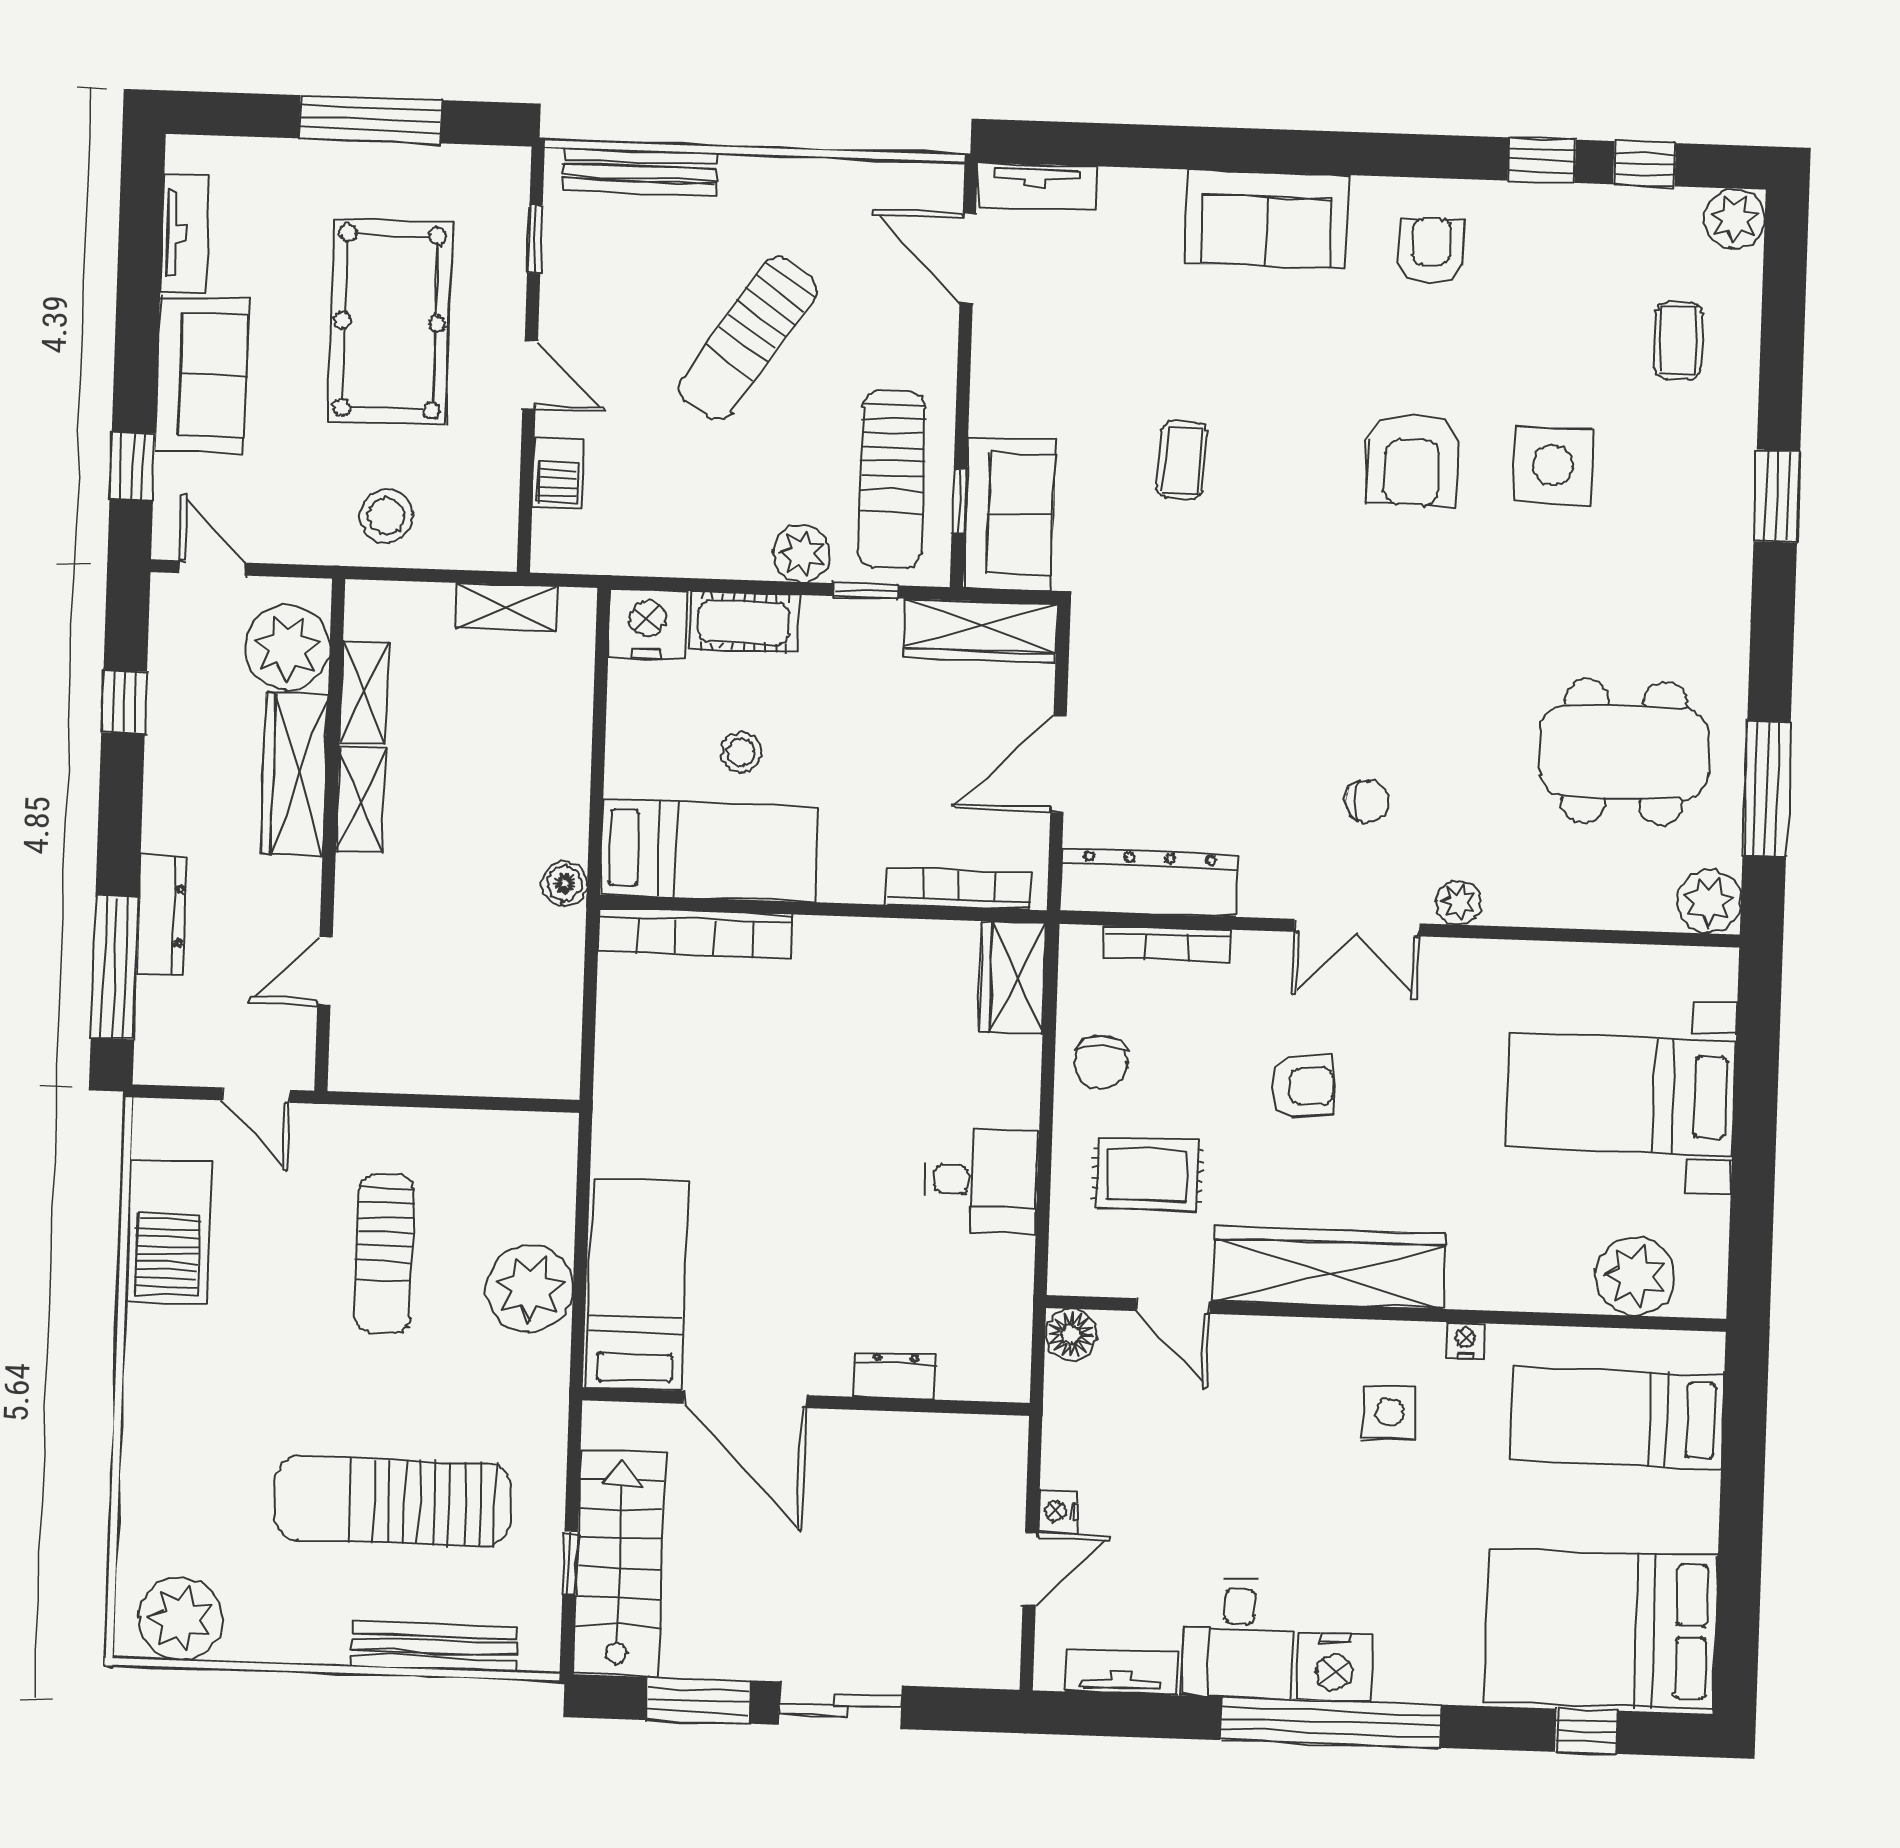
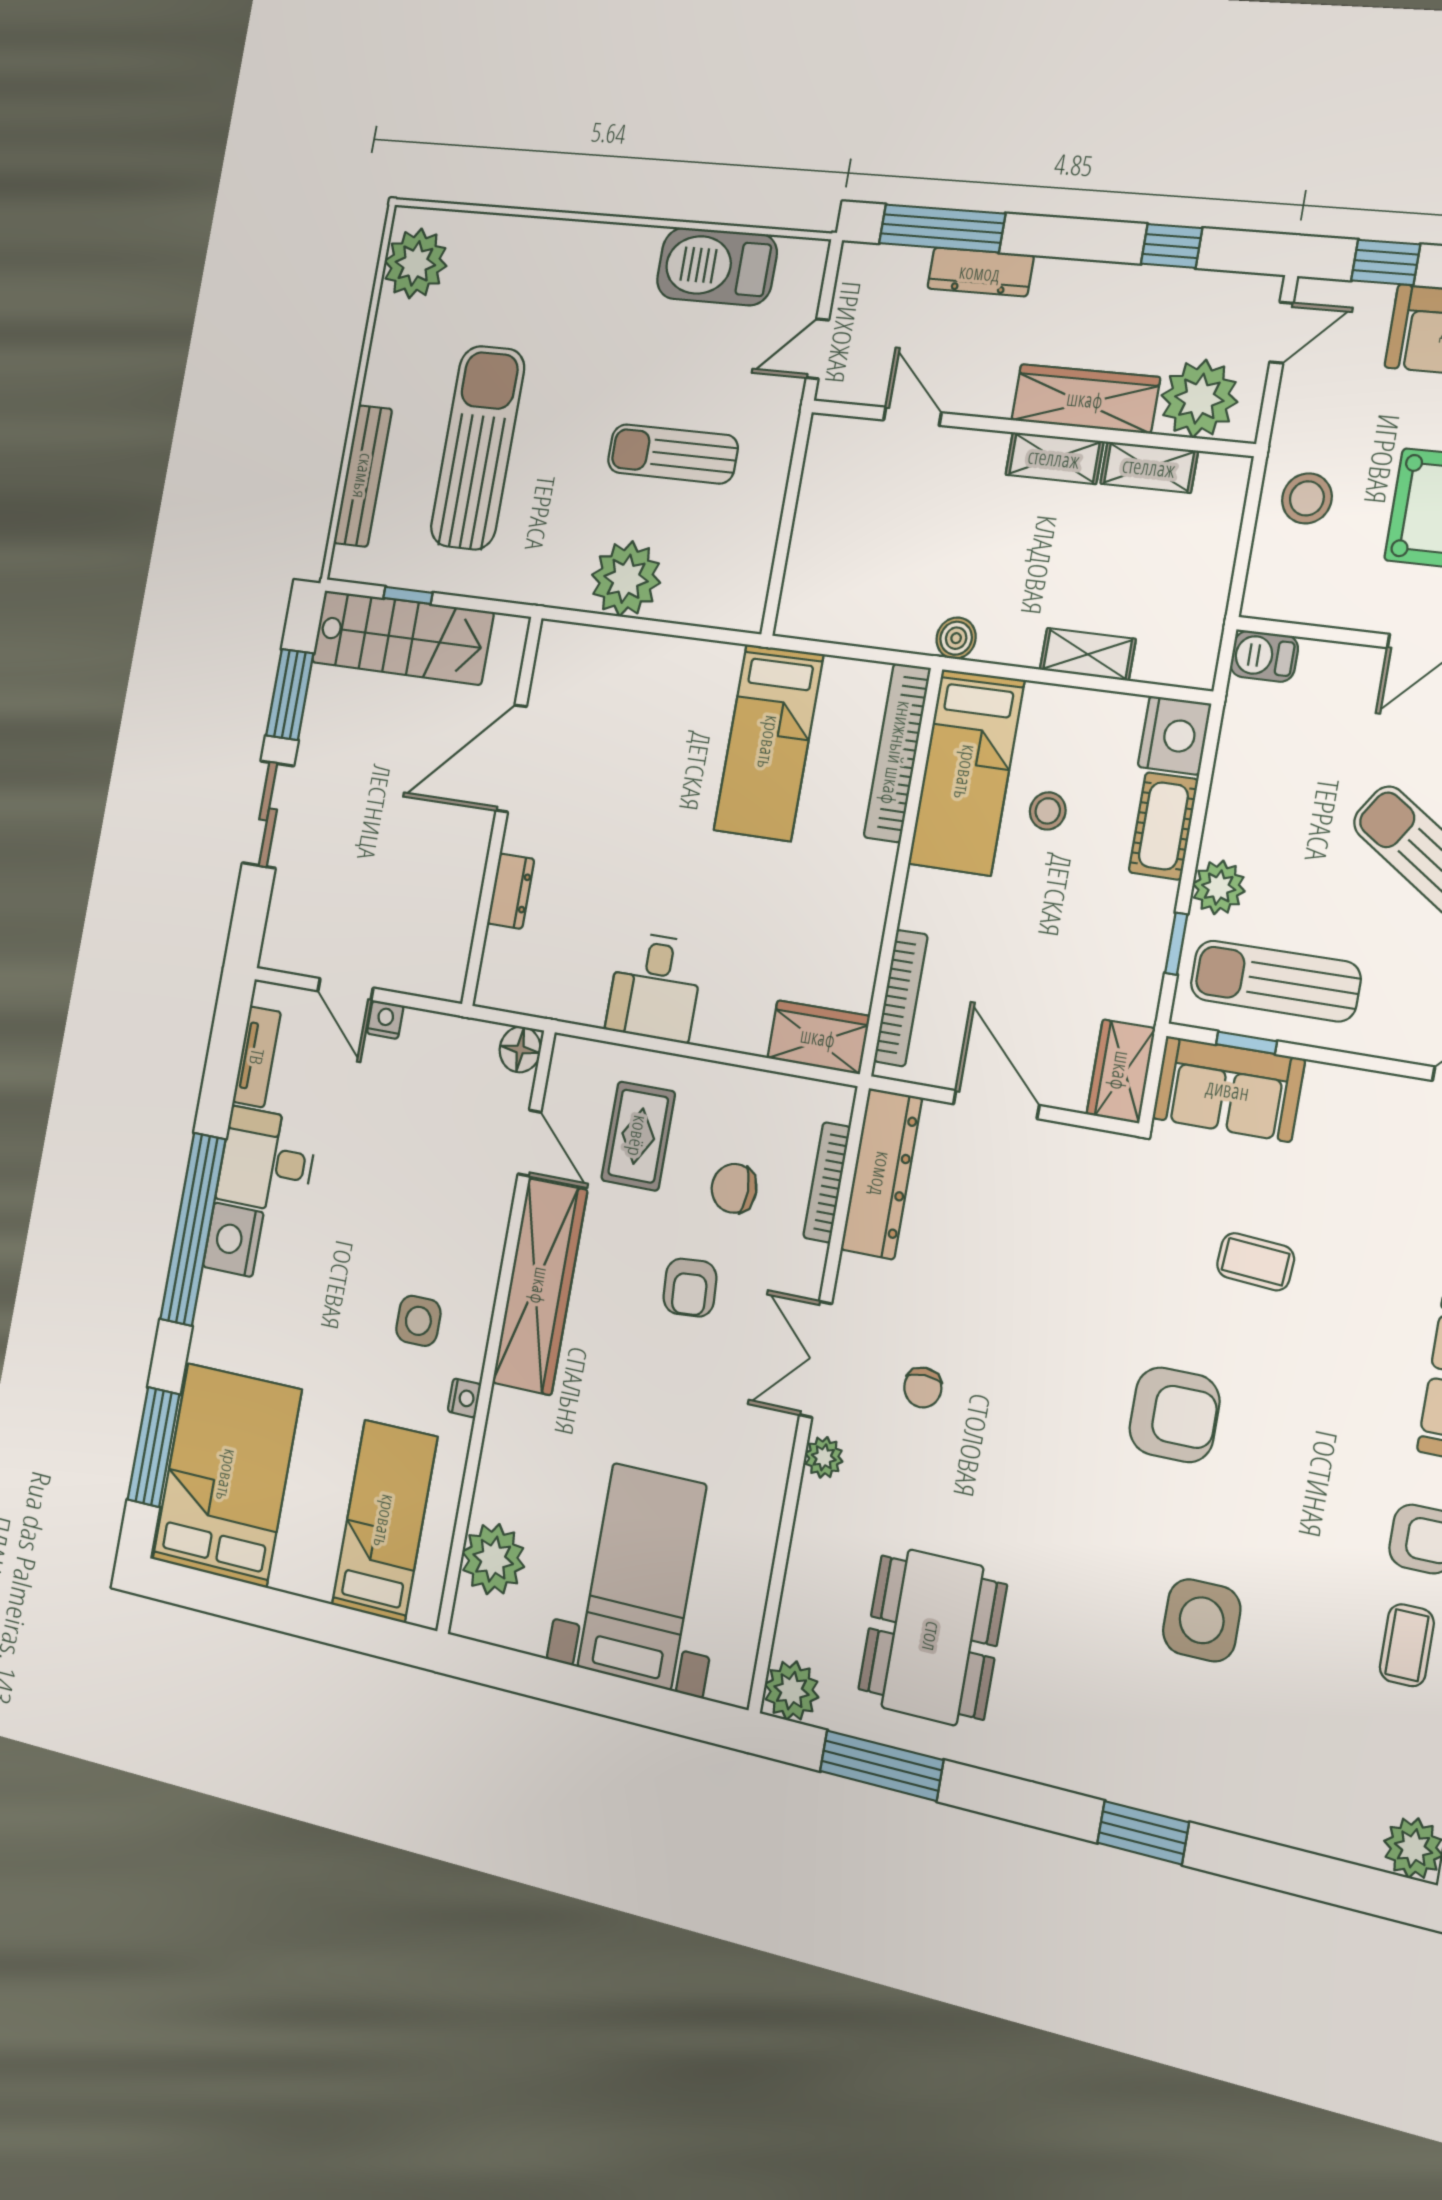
coffee table: (1678, 340) -> (1407, 1645), moved, turned 90
armchair: (1412, 459) -> (1174, 1415), moved, turned 180
barbecue: (558, 472) -> (1264, 656), moved
shelving: (506, 607) -> (1088, 654), moved, turned 90
wardrobe: (981, 631) -> (1121, 1071), width x0.67
chair: (1101, 1062) -> (734, 1188), moved
bed: (637, 1284) -> (769, 742), moved, turned 90
door: (1173, 1306) -> (530, 1143), swing flipped
window: (1586, 1731) -> (154, 1447), width x2.17

